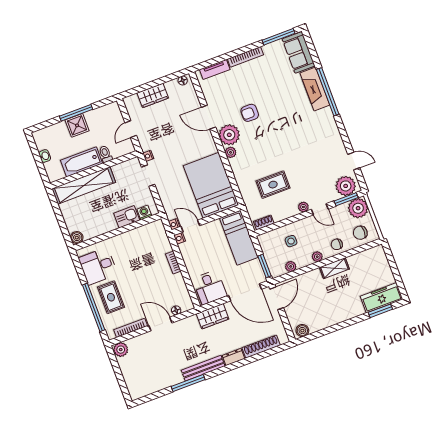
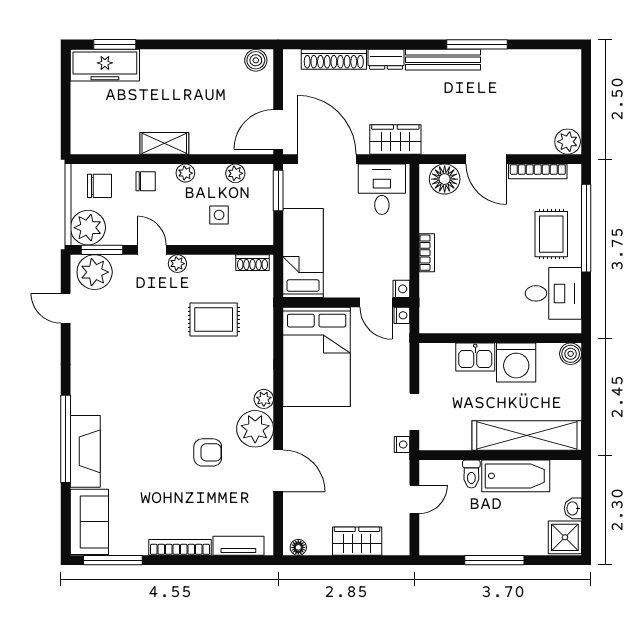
shower: (77, 125) -> (565, 537), moved
washing machine: (144, 212) -> (516, 362), moved, width x1.89, depth x1.89
floor lamp: (176, 310) -> (445, 179), width x1.89, depth x1.89

